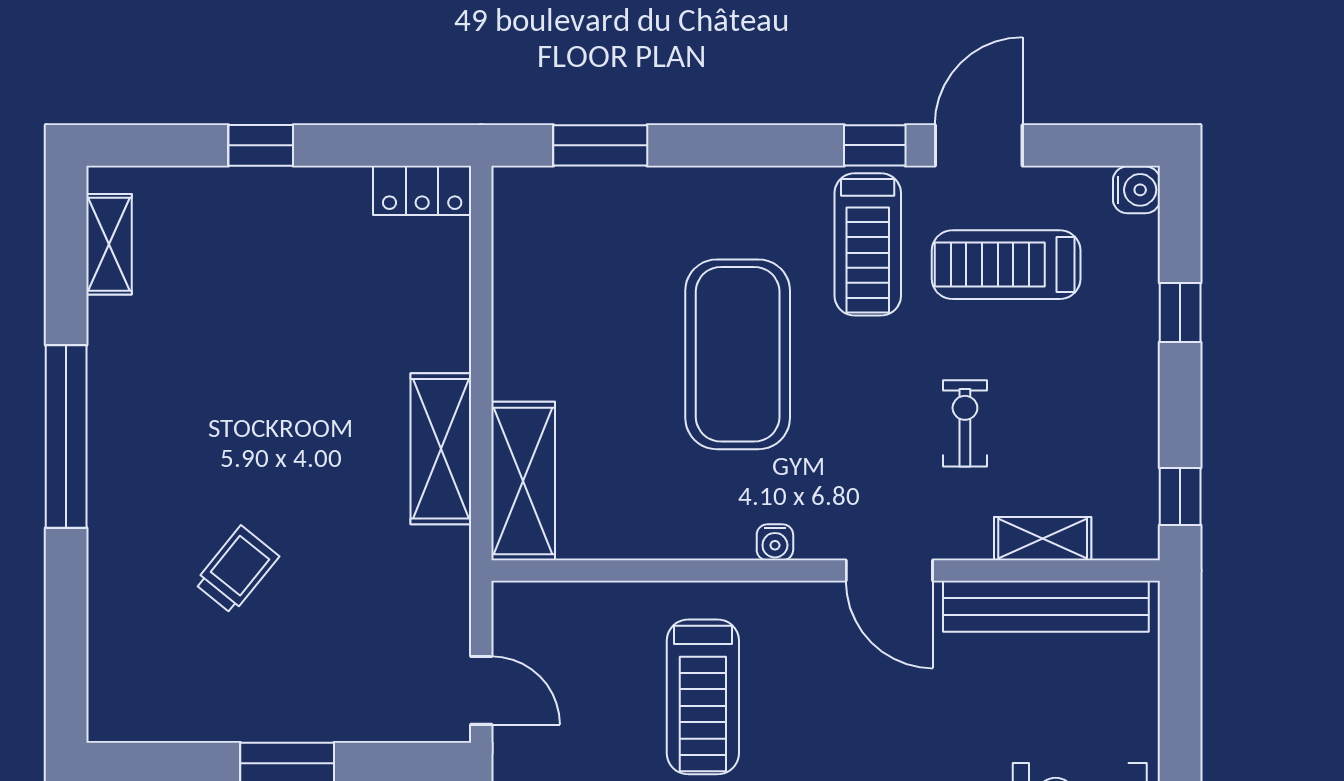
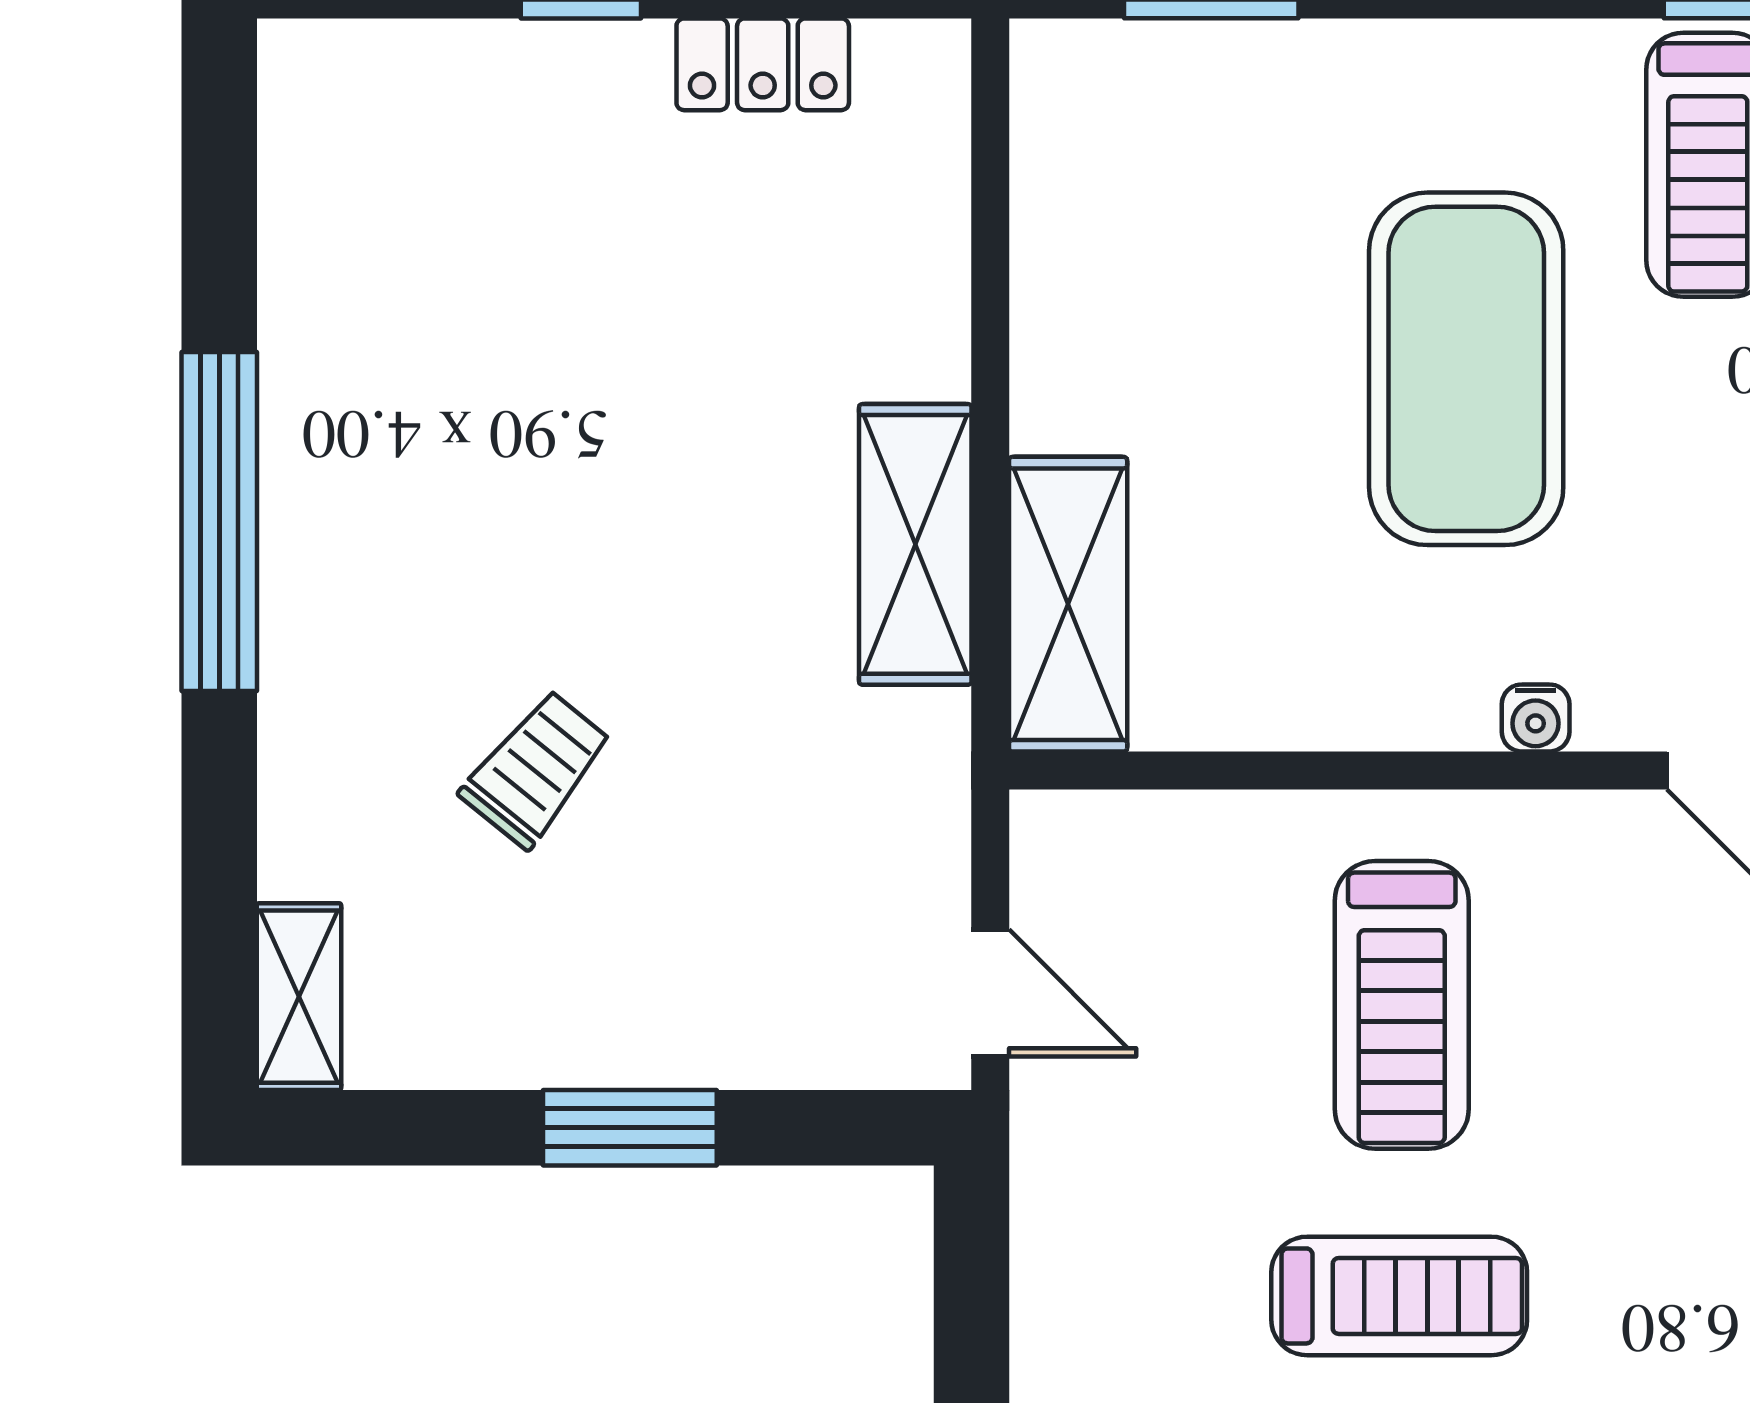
locker: (422, 190) -> (763, 64), moved
shelving: (109, 244) -> (299, 997), moved

